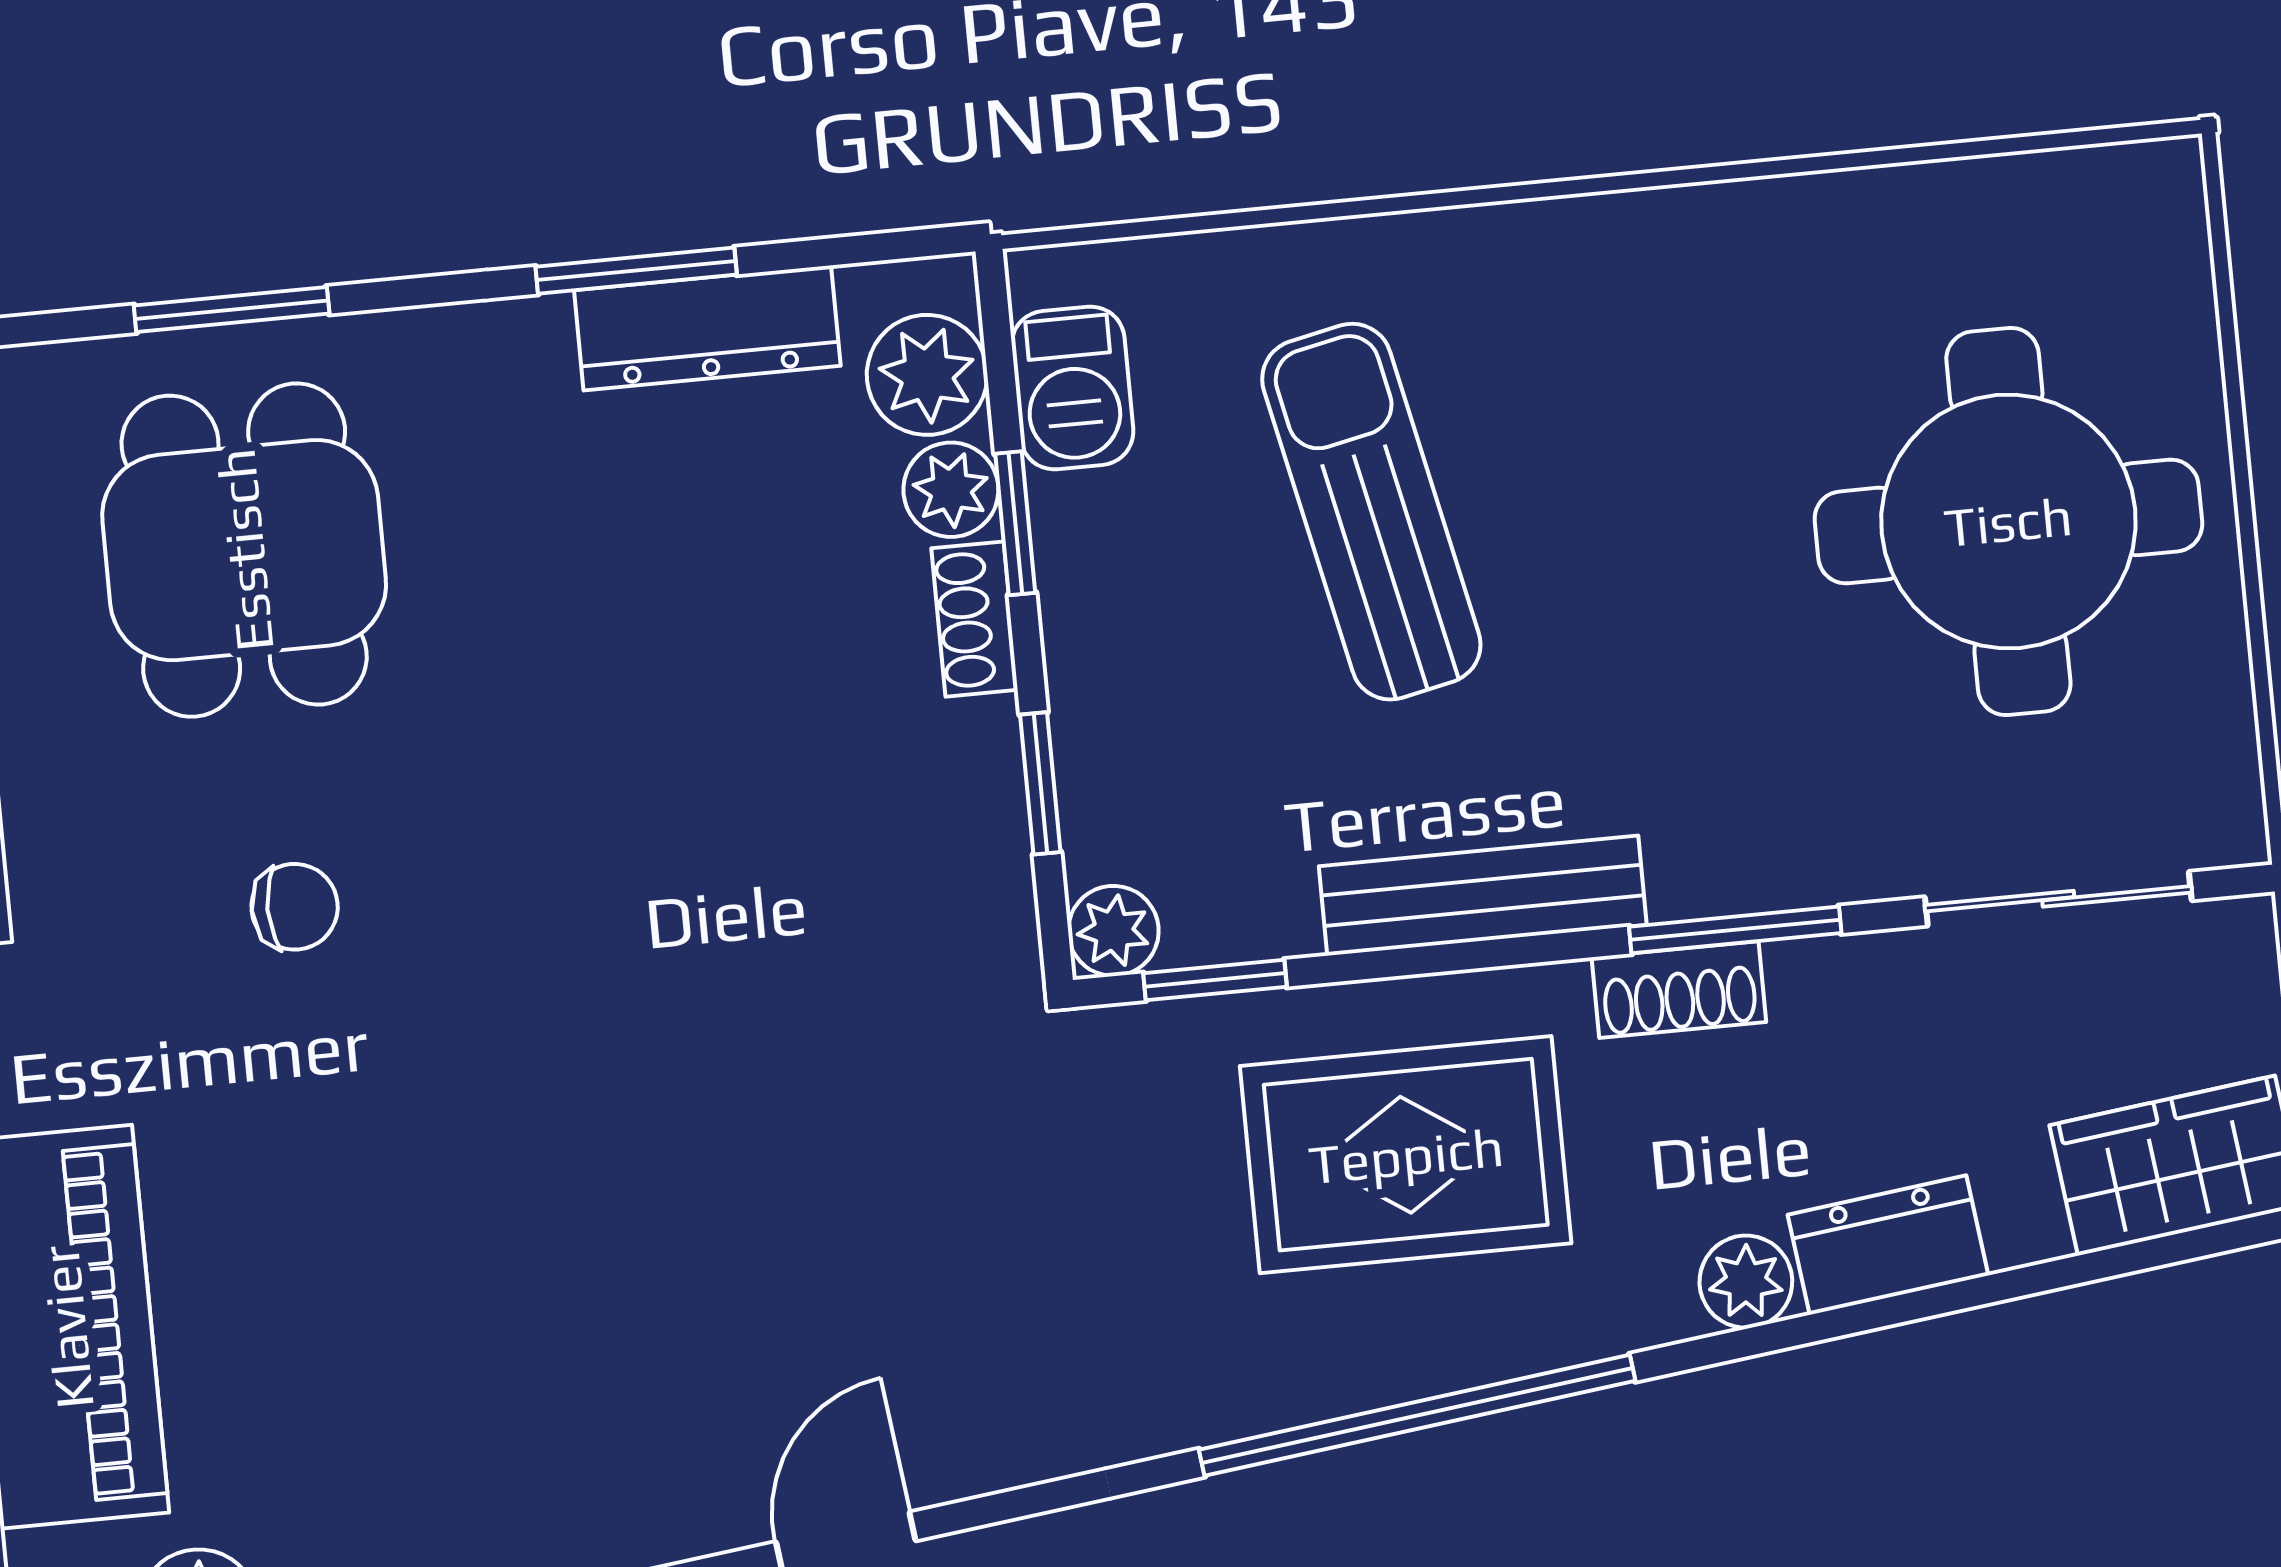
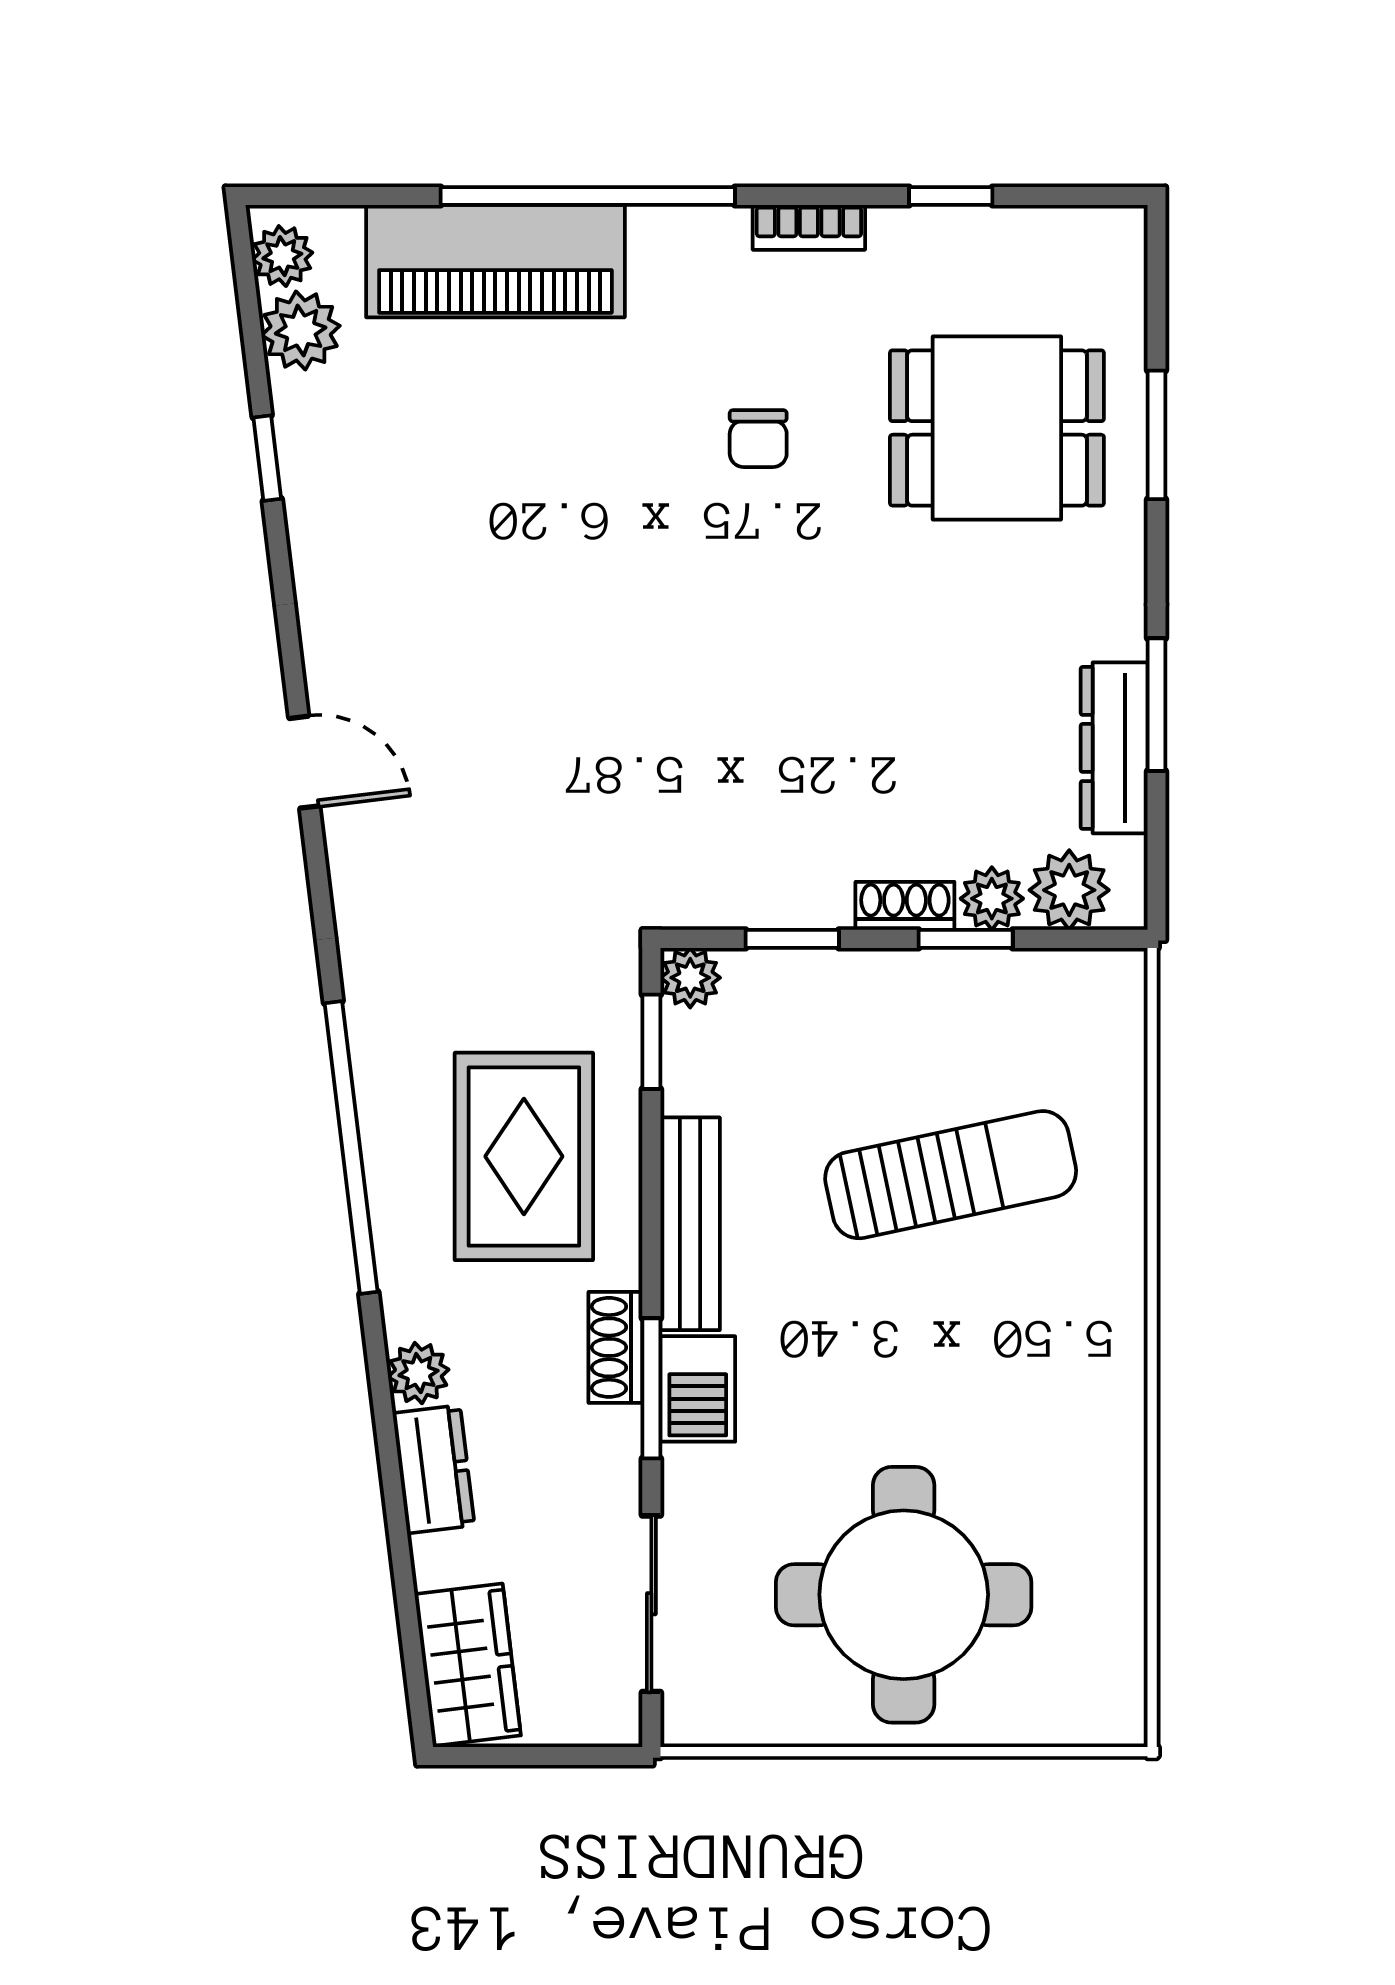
barbecue: (1073, 388) -> (698, 1389), moved, turned -90

